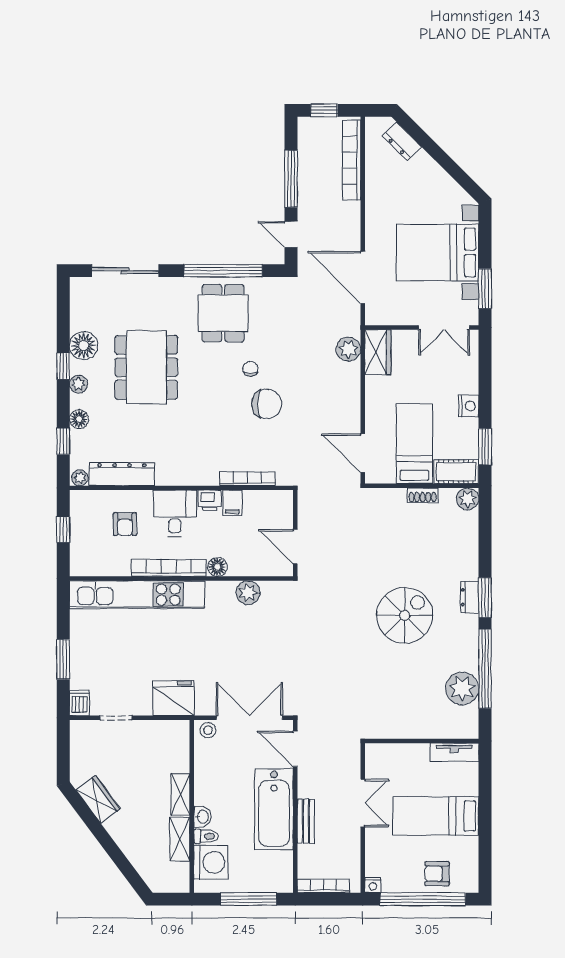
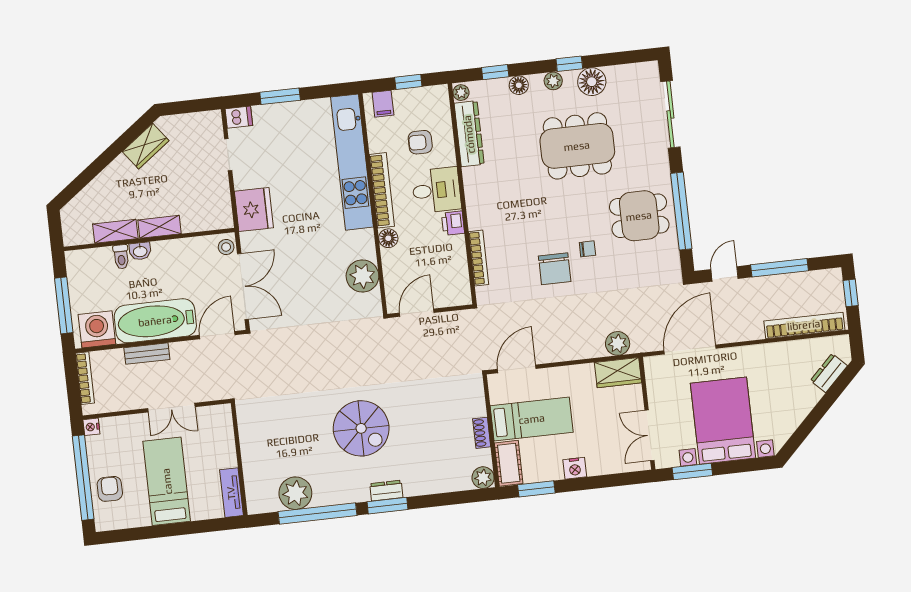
filing cabinet: (232, 503) -> (383, 104), moved, turned -90
plant: (248, 593) -> (362, 276), width x1.36, depth x1.36
washing machine: (211, 862) -> (97, 329), moved, turned 180

